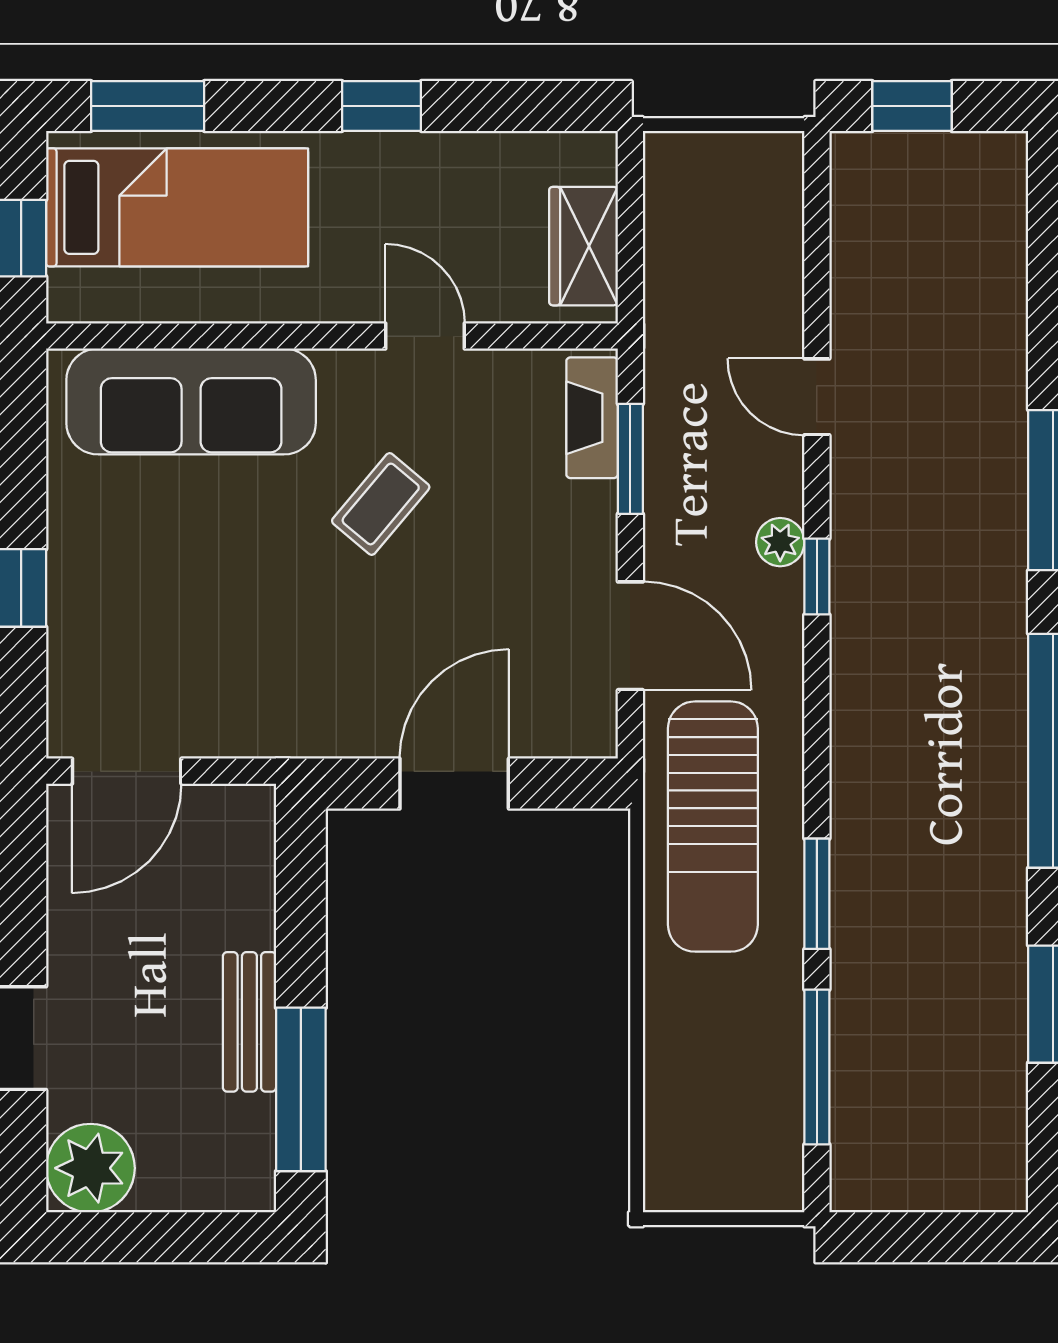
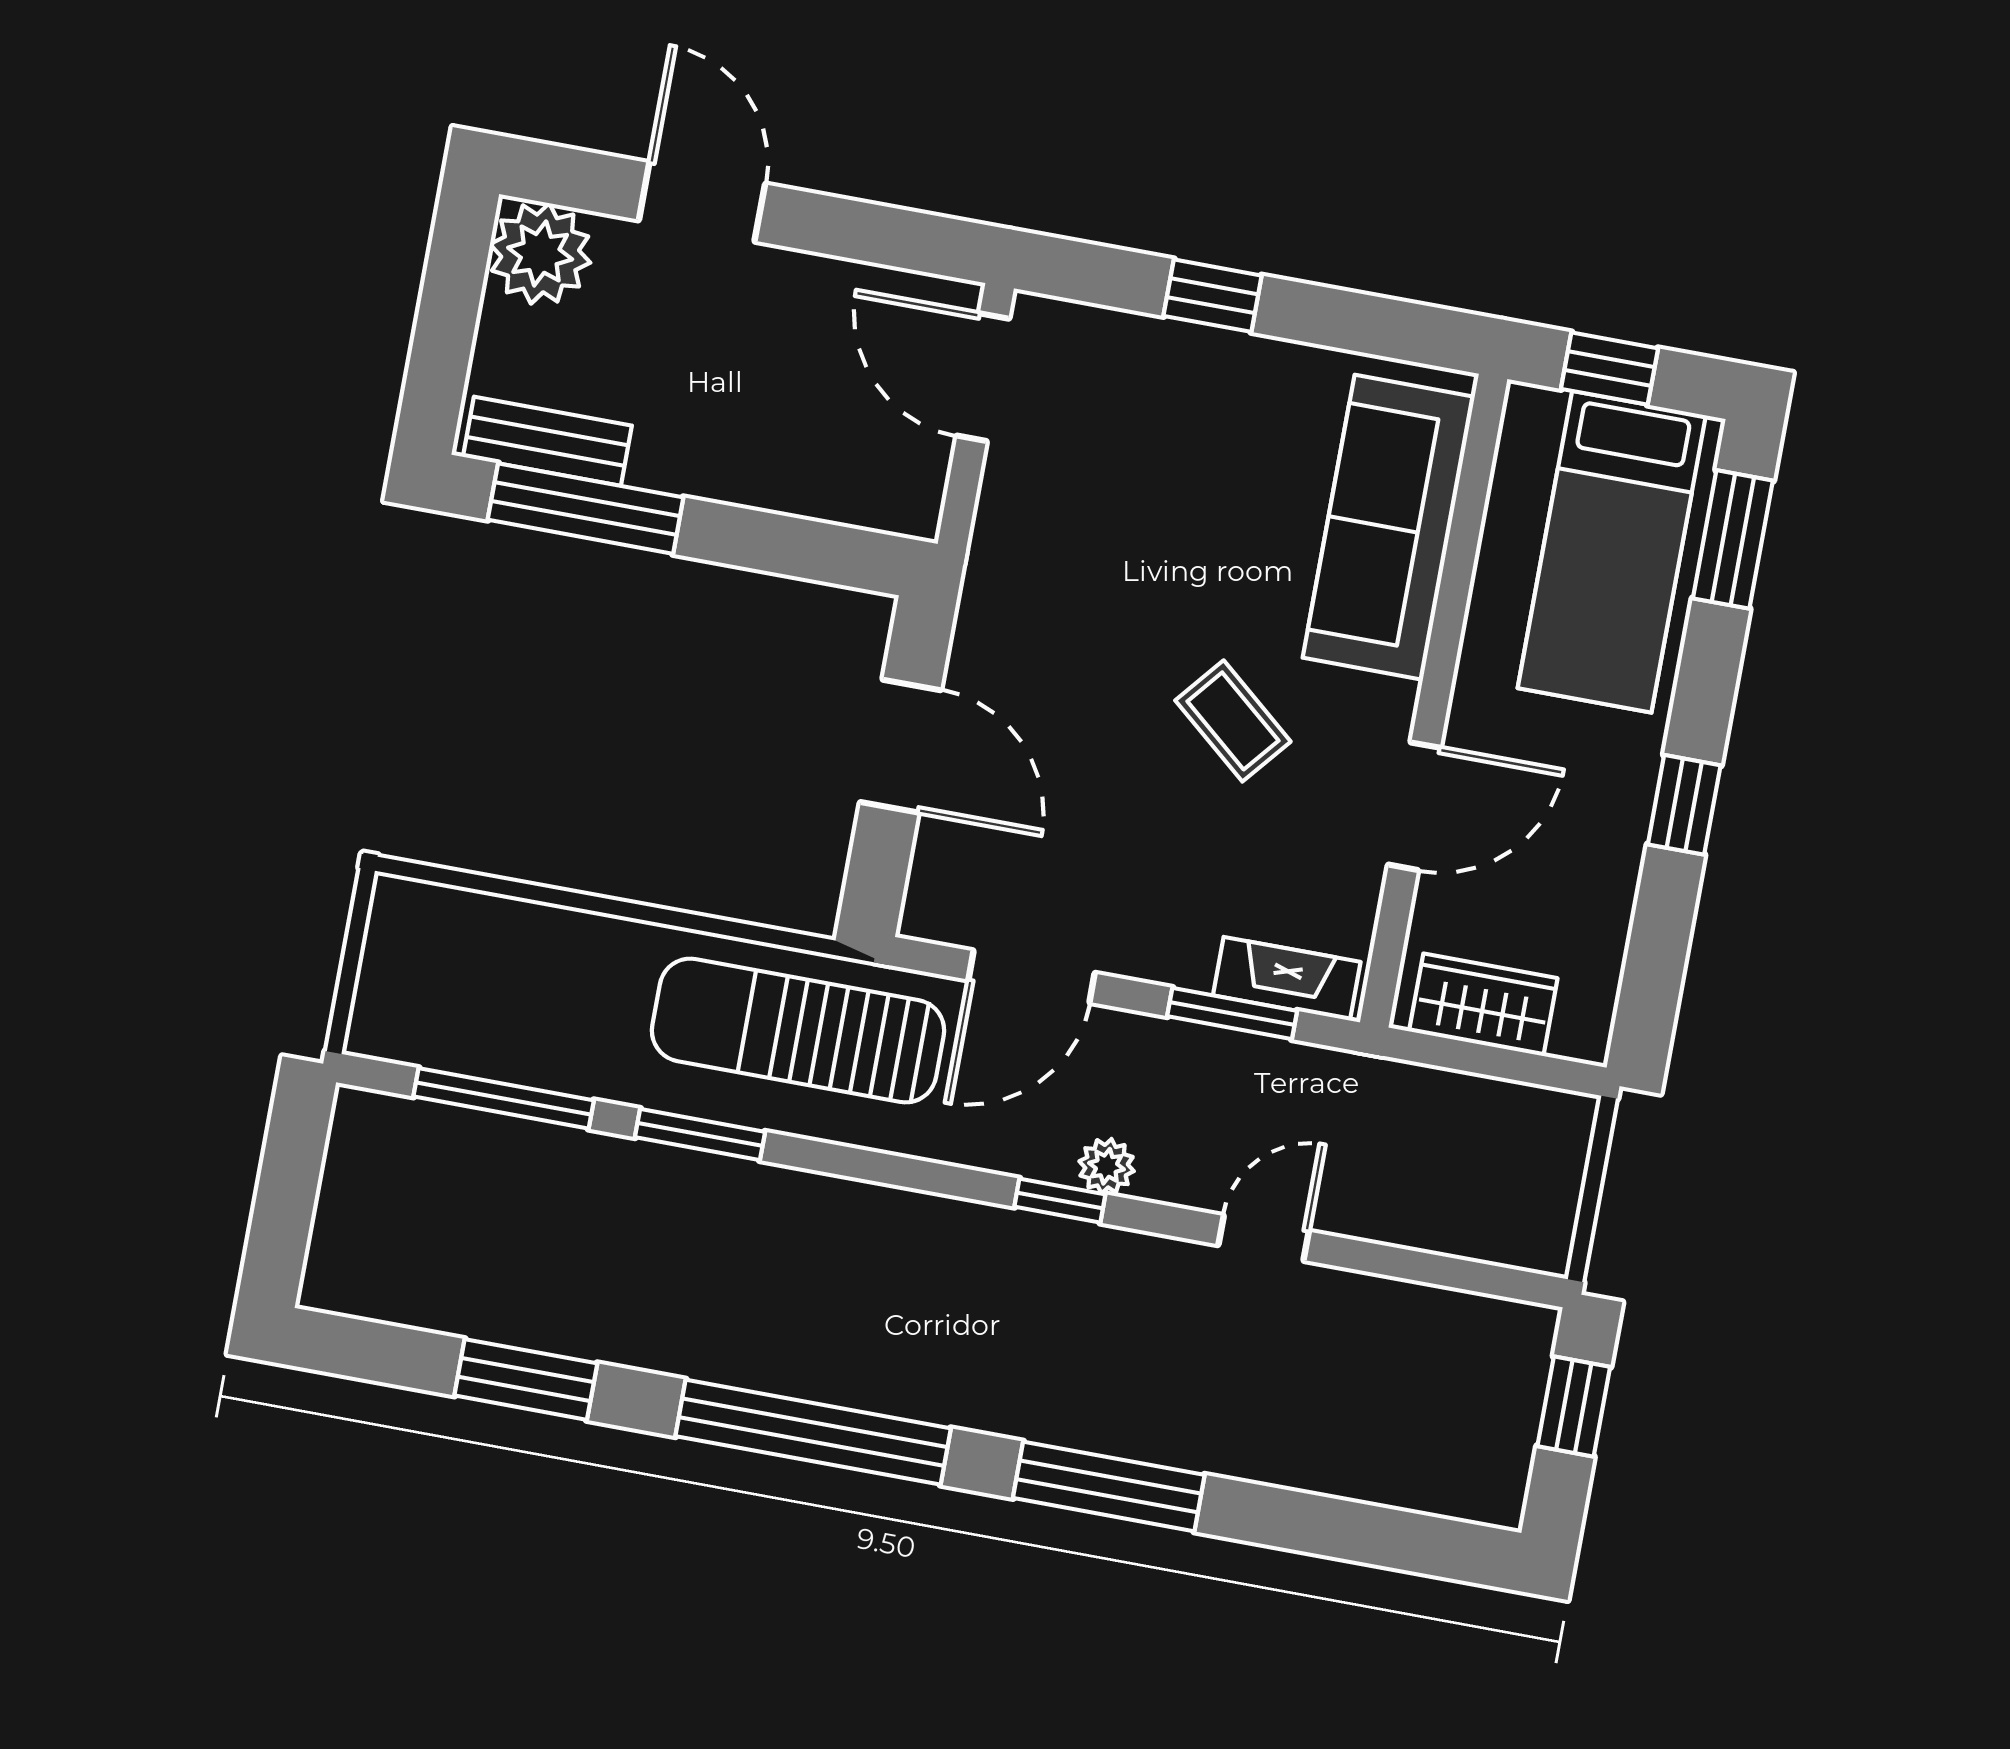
door: (425, 336) -> (1414, 806), width x1.38
bench: (249, 1022) -> (547, 441), moved

